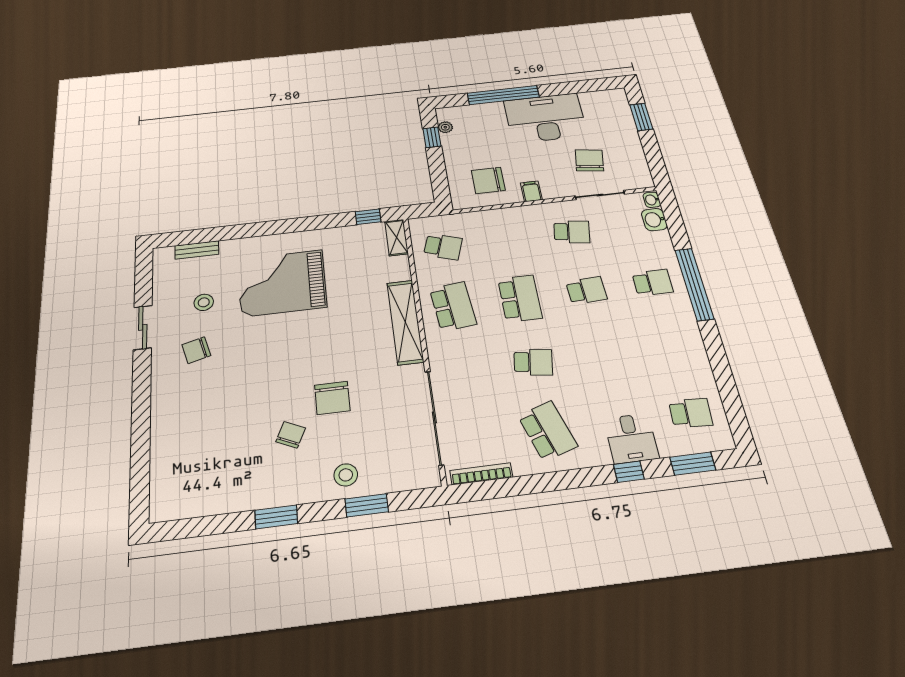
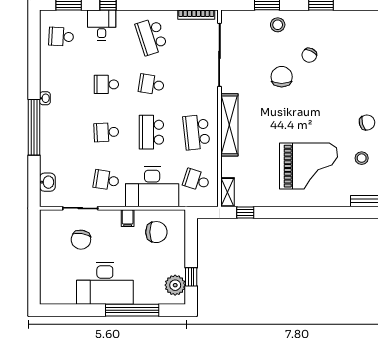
window: (641, 117) -> (34, 274), removed
plant: (445, 127) -> (175, 285), width x1.87, depth x1.87
washbasin: (652, 200) -> (45, 98), moved
desk: (505, 231) -> (152, 187), added
school desk: (653, 283) -> (106, 84), moved

